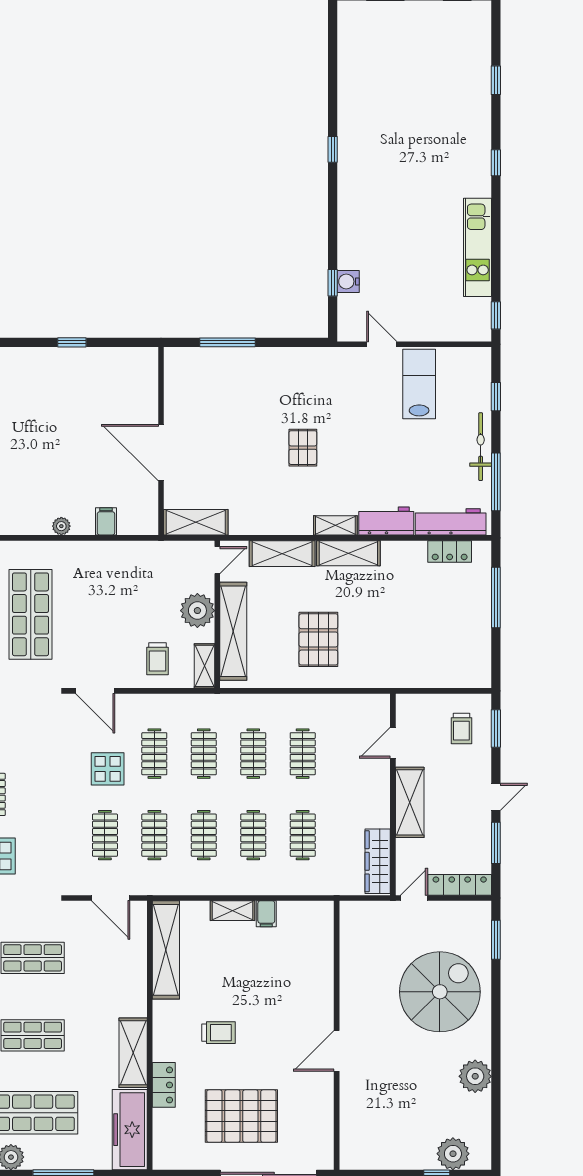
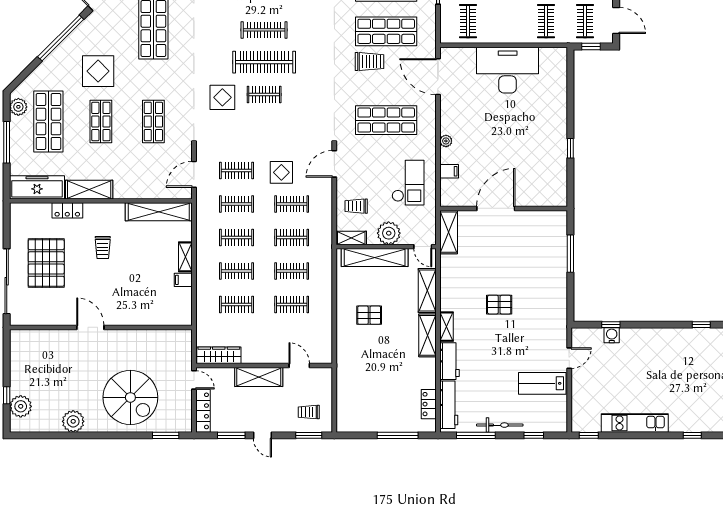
lab bench: (419, 384) -> (542, 383), turned 180
checkout: (123, 582) -> (408, 183), added
pallet: (318, 639) -> (369, 315), width x0.67, depth x0.71

